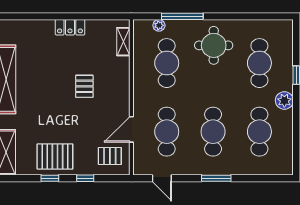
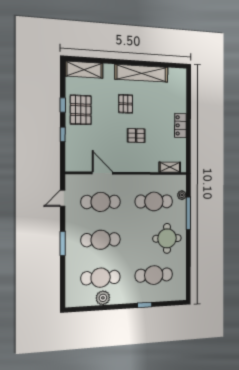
plant: (284, 100) -> (103, 298), moved
pallet: (110, 156) -> (126, 104), moved

